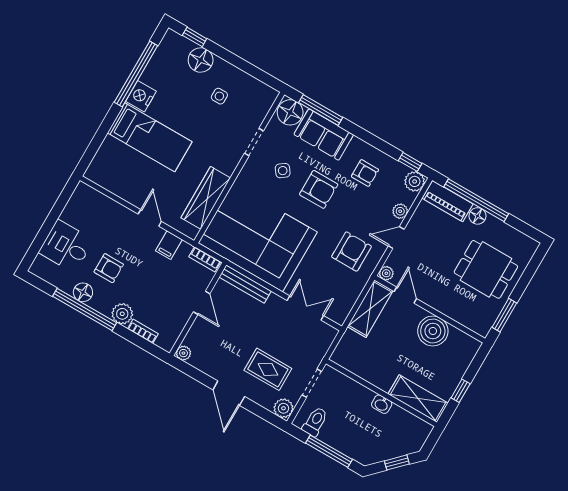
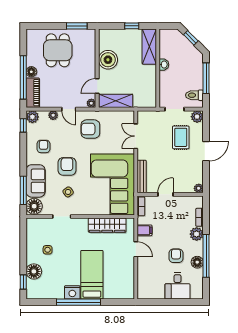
window: (136, 74) -> (78, 302), moved
door: (150, 218) -> (136, 249), swing flipped

